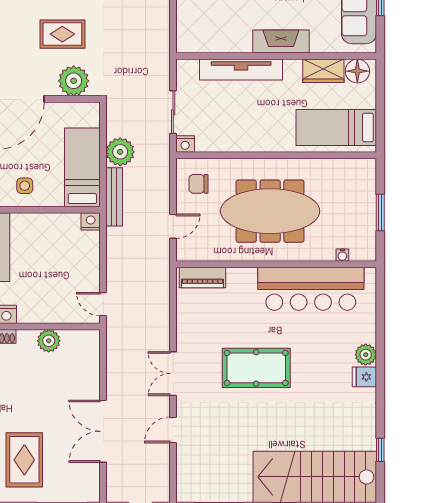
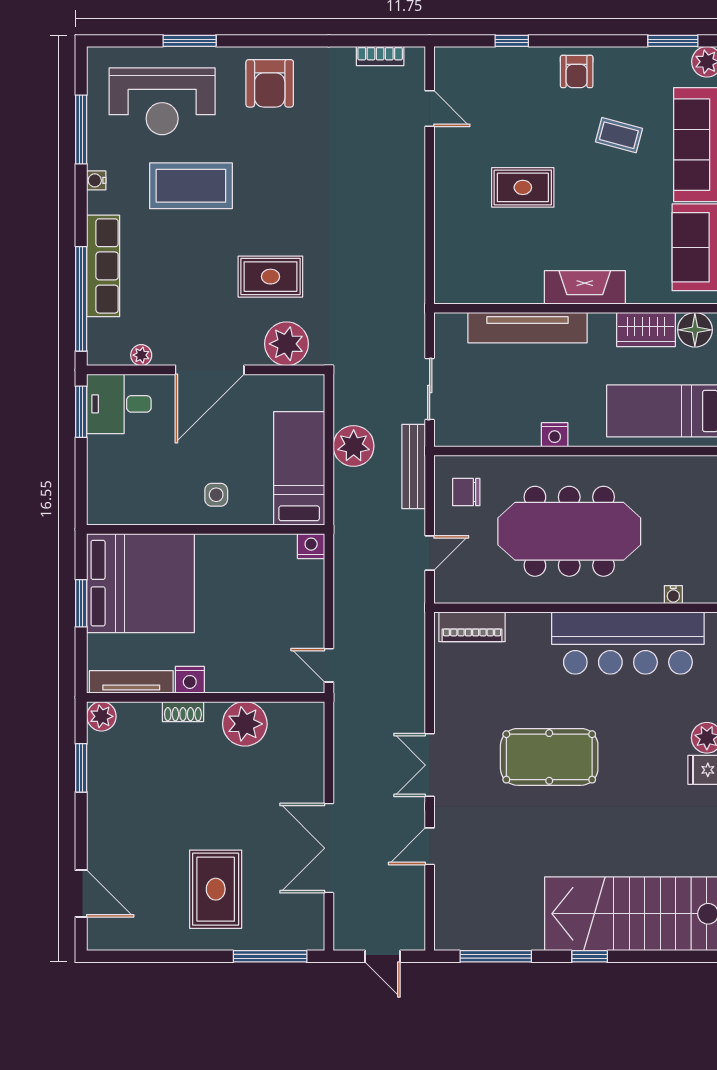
nightstand: (185, 144) -> (555, 435), moved
bench: (114, 197) -> (414, 466), moved
plant: (49, 341) -> (245, 724), width x1.36, depth x1.36

